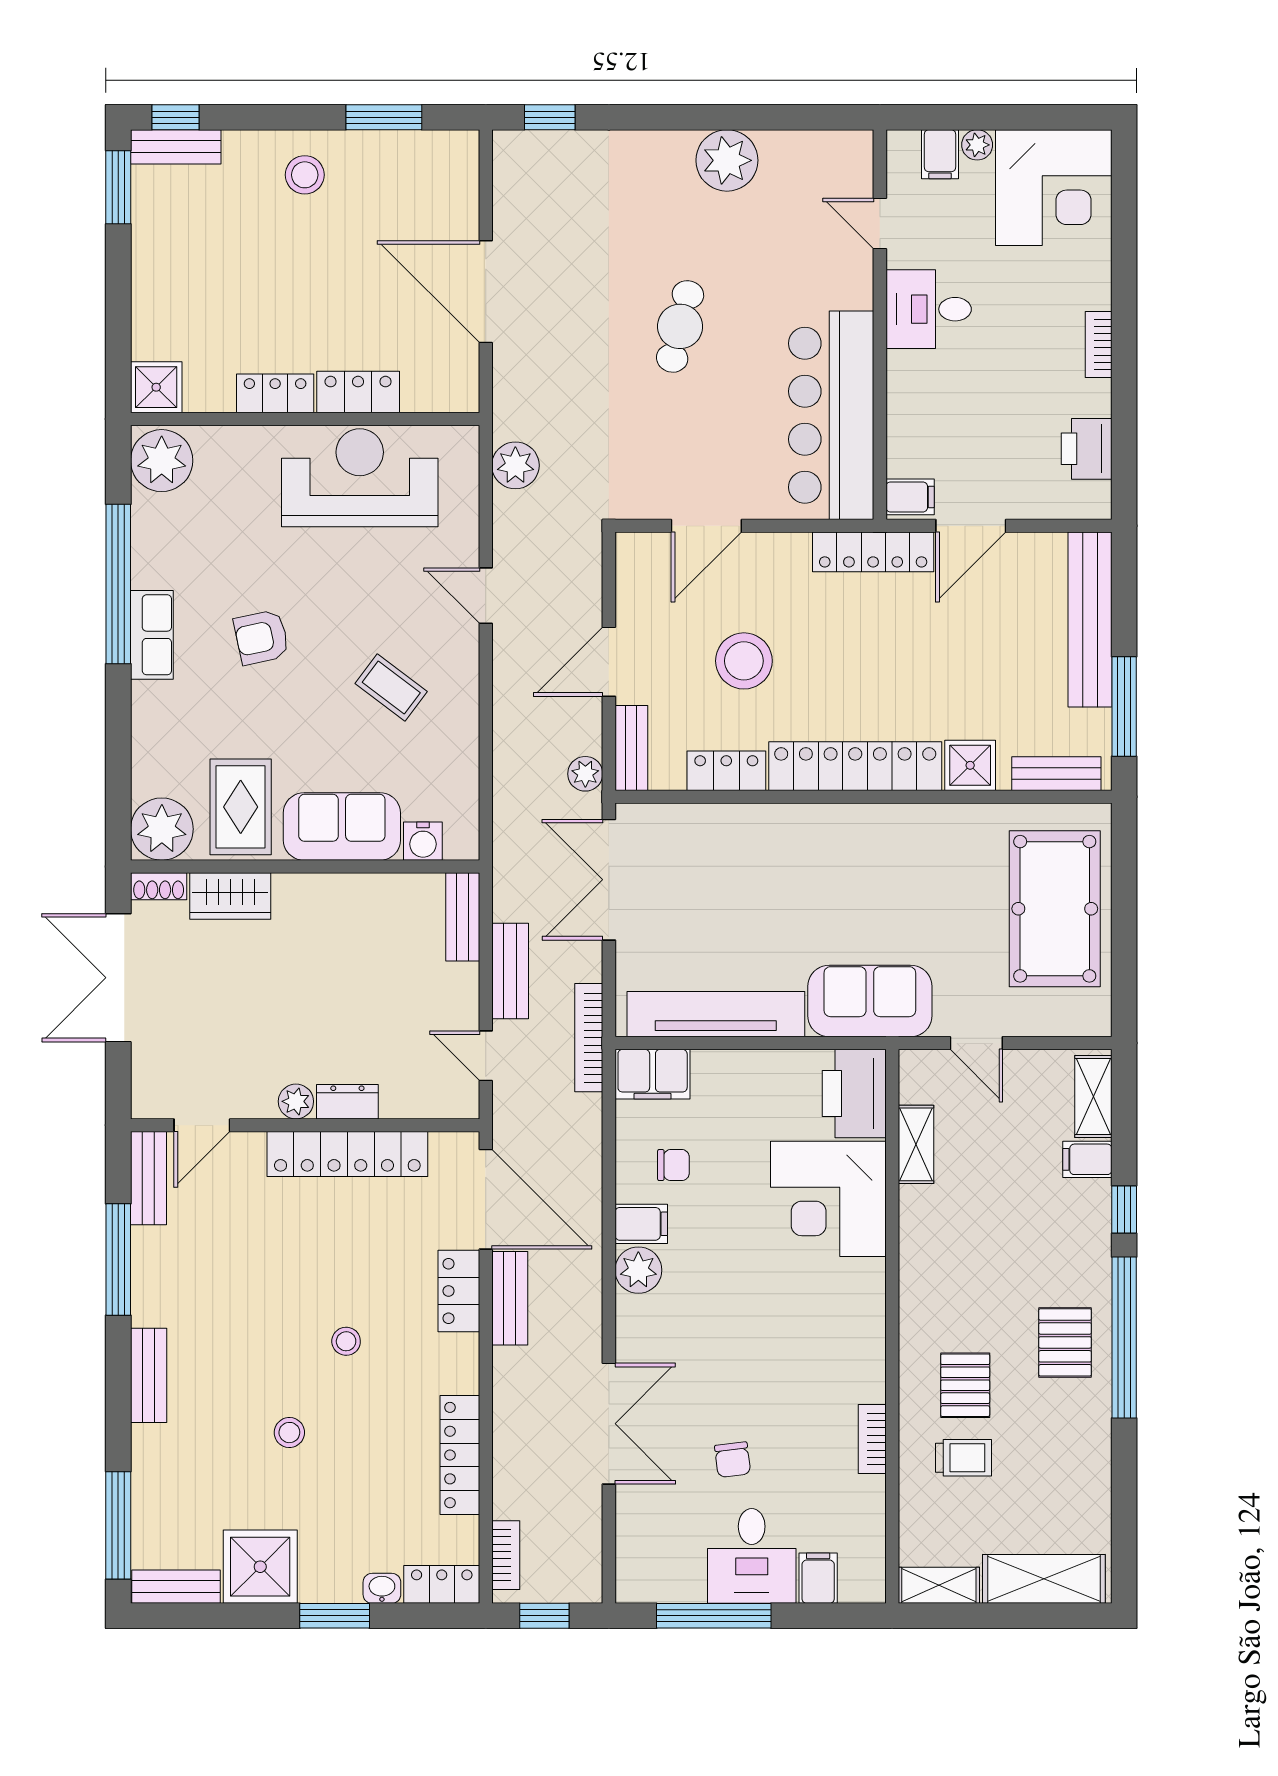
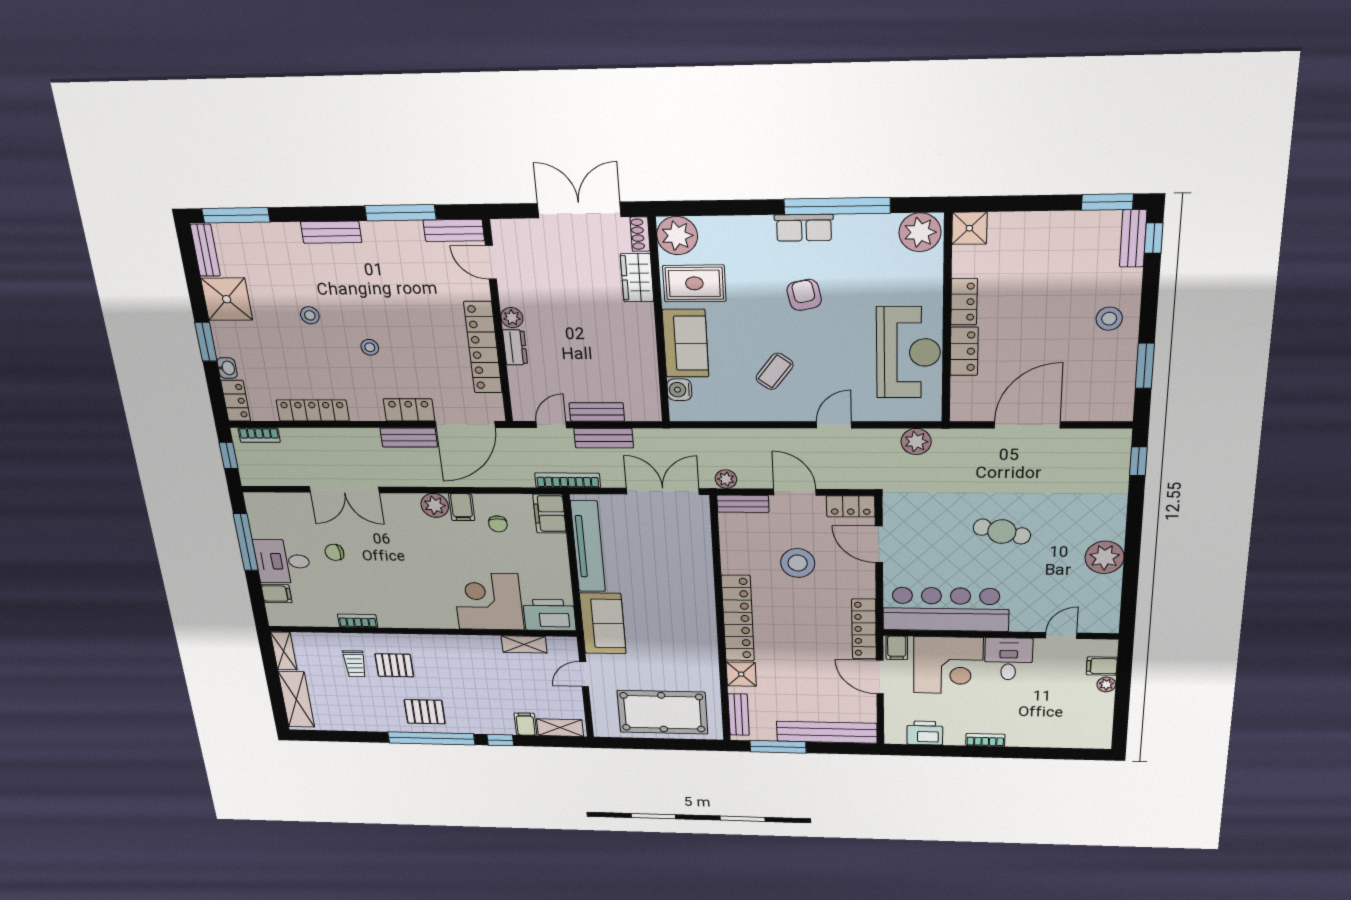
corner desk: (1054, 188) -> (948, 665), moved, turned -90
locker: (726, 771) -> (851, 506), moved, turned 90
bench: (463, 917) -> (597, 412), moved

